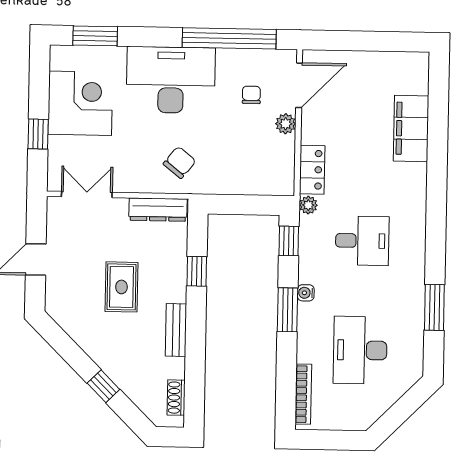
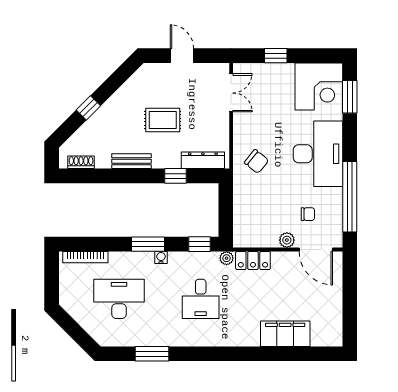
corner desk: (80, 103) -> (319, 86), moved
dresser: (158, 210) -> (203, 160), moved, turned 90

